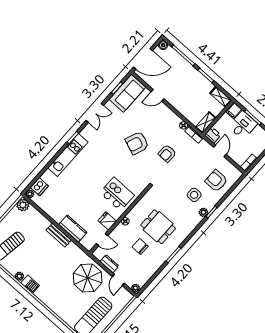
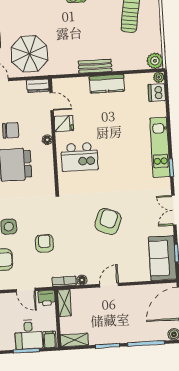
door: (158, 95) -> (109, 285), moved
armchair: (167, 153) -> (44, 243), moved
kitchen counter: (73, 229) -> (107, 84), moved
door: (102, 240) -> (52, 102), swing flipped
dresser: (109, 264) -> (38, 86), moved

